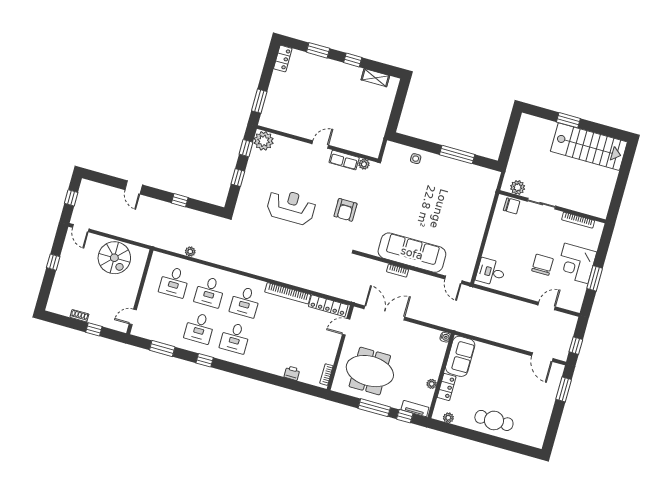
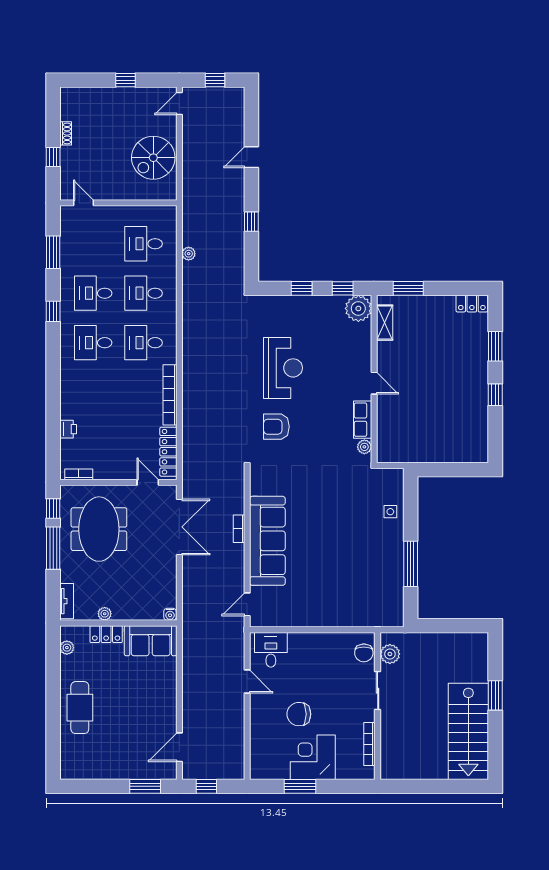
shelving: (375, 78) -> (385, 323), moved
armchair: (345, 210) -> (276, 427), moved
chair: (542, 265) -> (299, 714), turned 180
door: (547, 306) -> (247, 681), moved
window: (405, 416) -> (53, 508), moved

